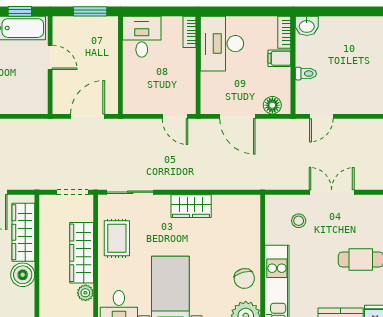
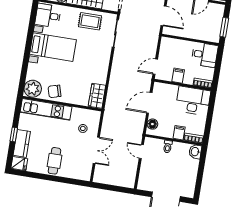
filing cabinet: (184, 75) -> (178, 76), added
wardrobe: (191, 206) -> (97, 96), moved

